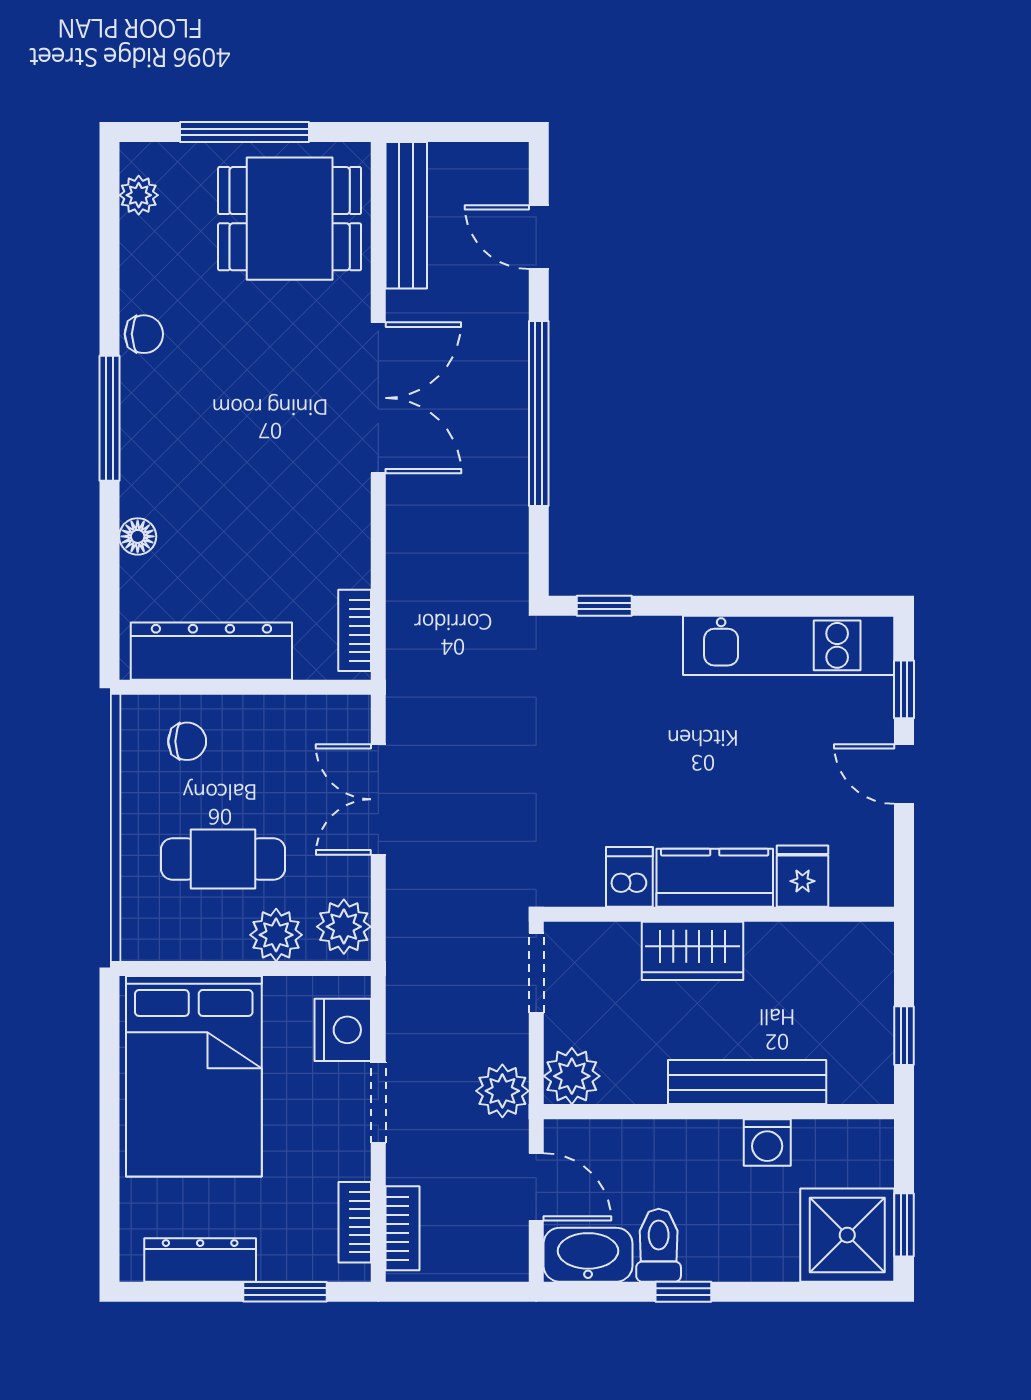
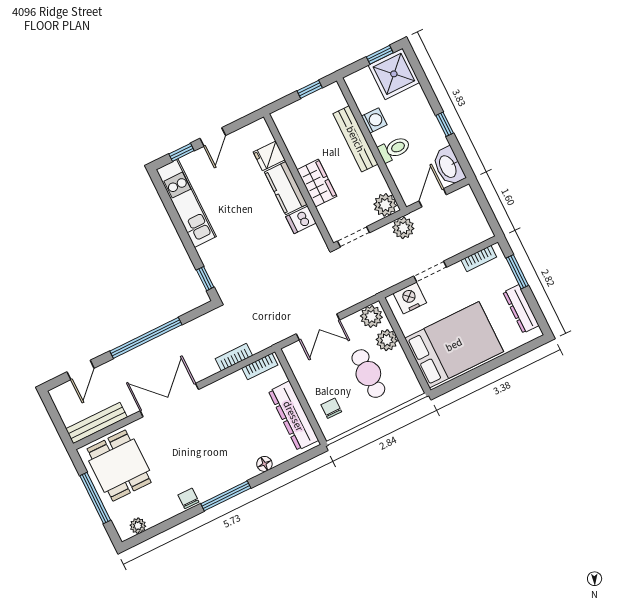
bookcase: (403, 1228) -> (234, 357), moved
toilet: (659, 1245) -> (394, 149), moved, turned 180

